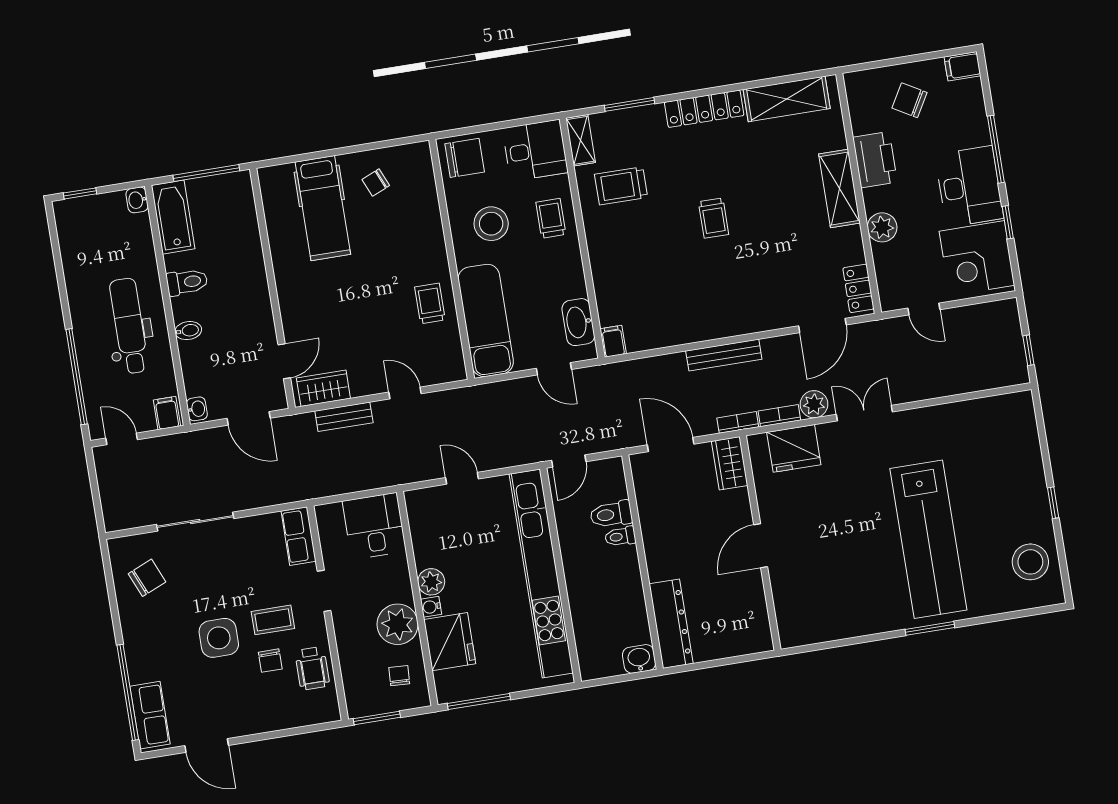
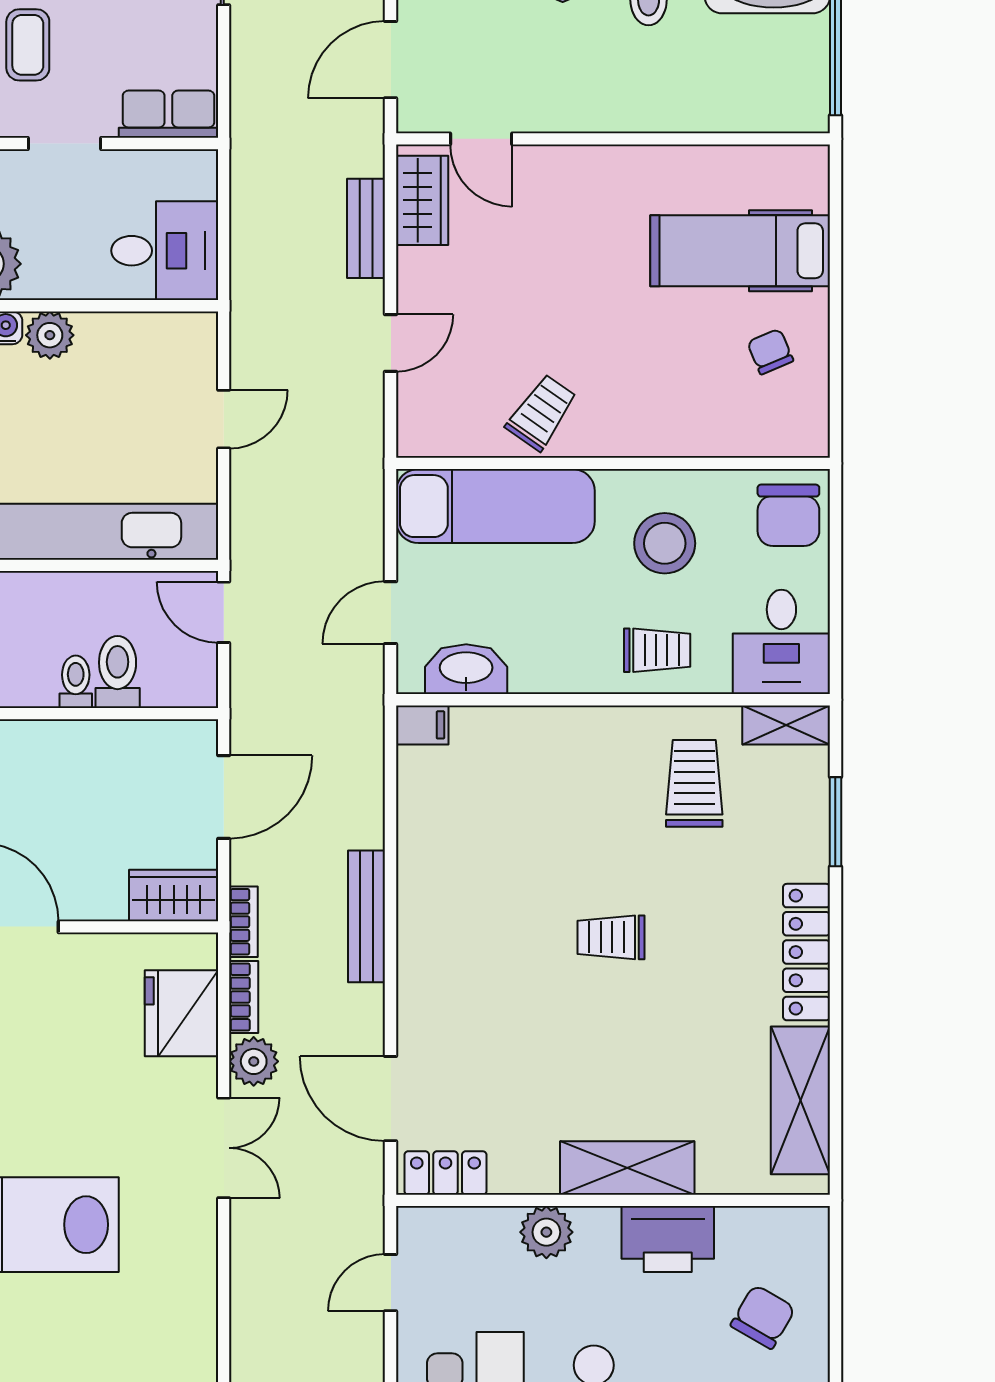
trolley: (430, 303) -> (541, 412), turned -55

